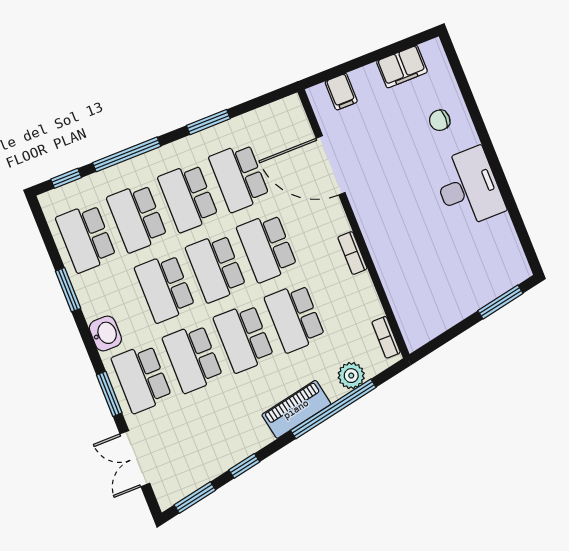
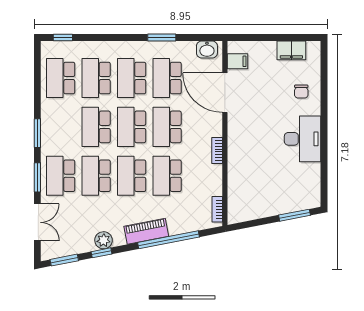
filing cabinet: (341, 92) -> (237, 61), moved, turned -90
chair: (440, 120) -> (301, 92), turned -90
window: (127, 154) -> (105, 38), removed
window: (68, 290) -> (37, 133), moved
washbasin: (105, 334) -> (207, 50), moved, turned 90
plant: (351, 376) -> (104, 240), moved
double door: (135, 459) -> (37, 222), swing flipped

